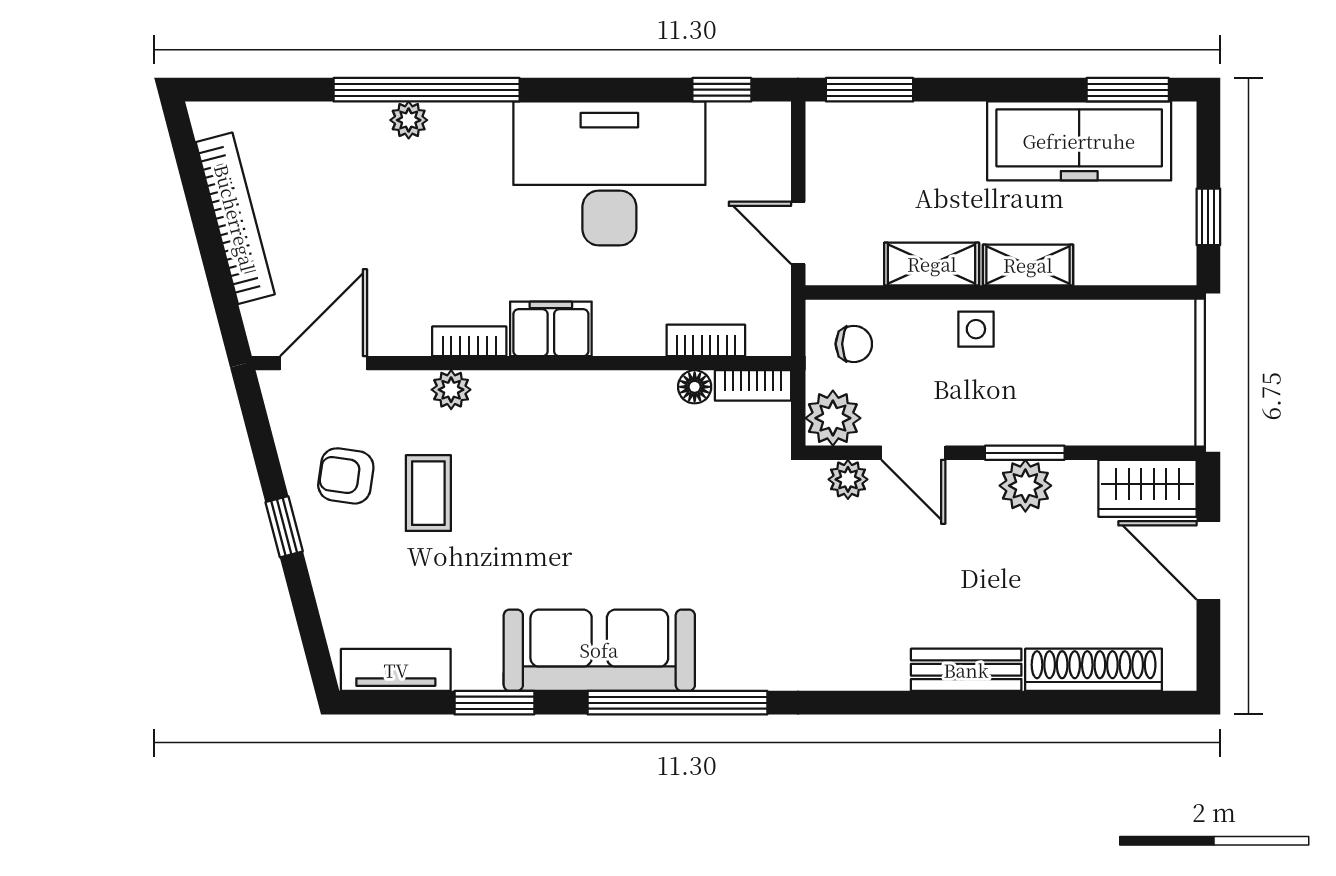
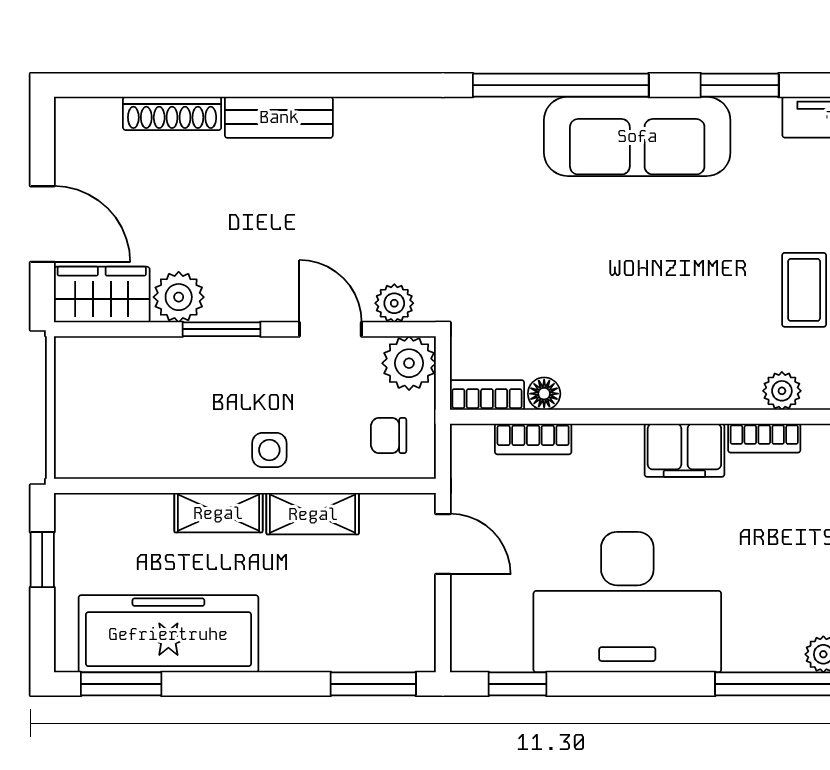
plant: (1025, 486) -> (179, 297), moved
shoe rack: (1094, 670) -> (172, 113), width x0.74, depth x0.81

